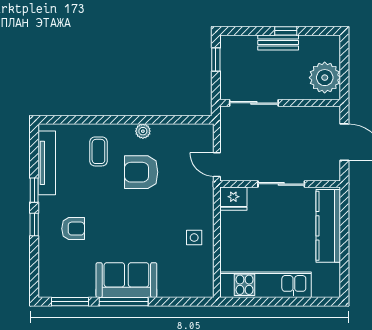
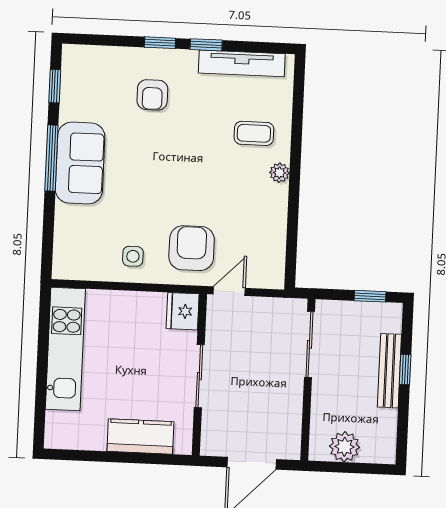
window: (286, 31) -> (405, 370), moved
bench: (278, 43) -> (389, 371), width x1.36
plant: (325, 78) -> (345, 447), width x0.73, depth x0.73
plant: (143, 131) -> (279, 173), moved
armchair: (141, 172) -> (192, 248), moved
kitchen counter: (328, 226) -> (140, 436), width x0.67
window: (70, 302) -> (55, 86), width x0.67

